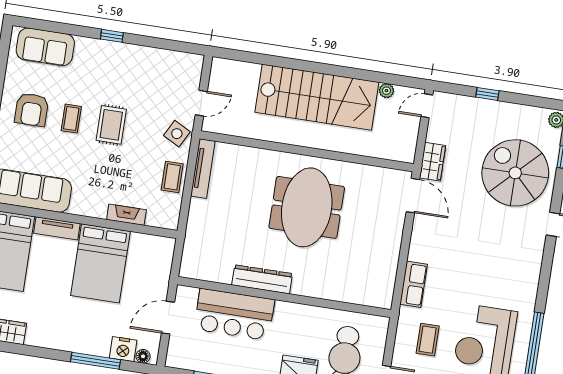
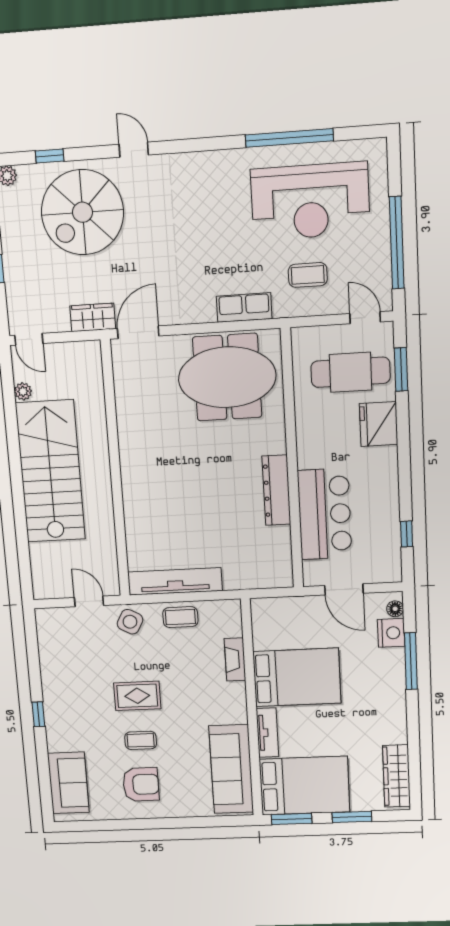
tv unit: (203, 169) -> (175, 581), width x1.36, depth x1.29
meeting table: (307, 207) -> (227, 377), moved

